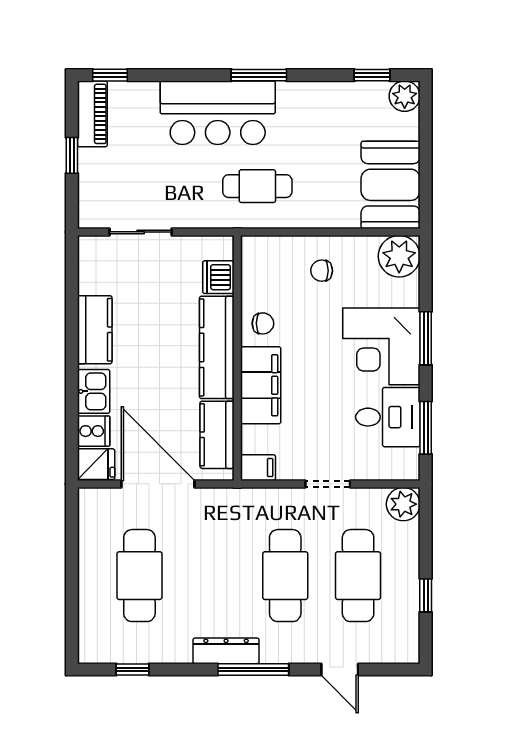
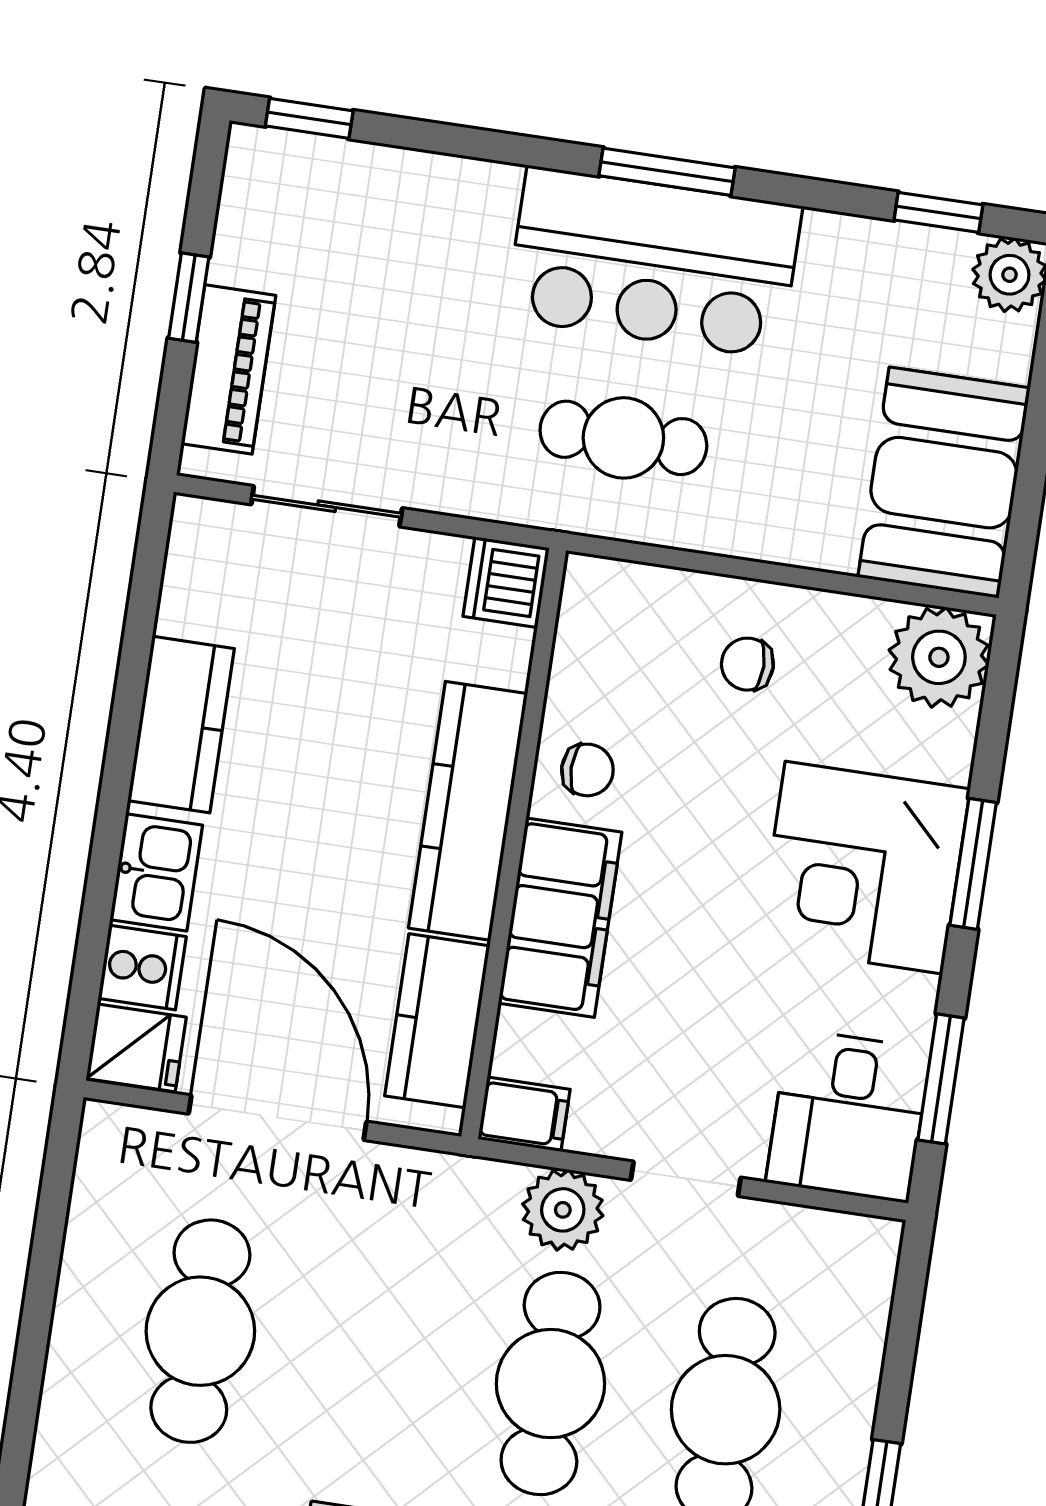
bar counter: (218, 113) -> (654, 262), moved
piano: (92, 114) -> (228, 369), moved
dishwasher: (218, 277) -> (506, 582), moved
desk: (388, 417) -> (848, 1116), moved, turned 90
plant: (403, 504) -> (563, 1210), moved

